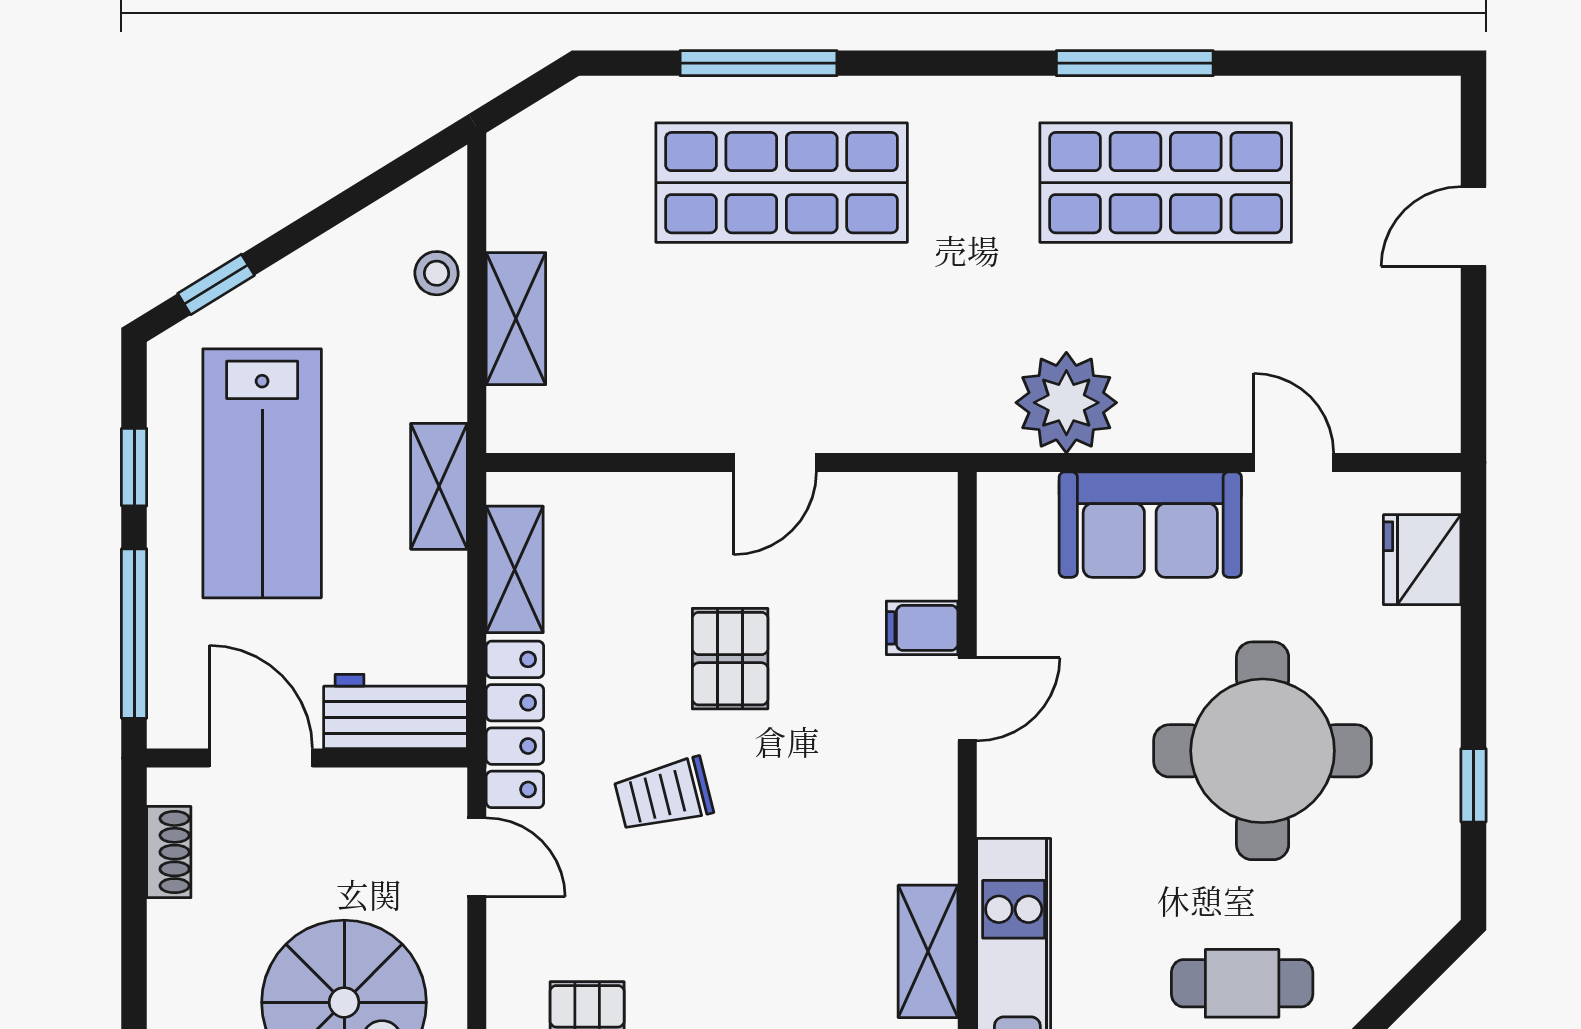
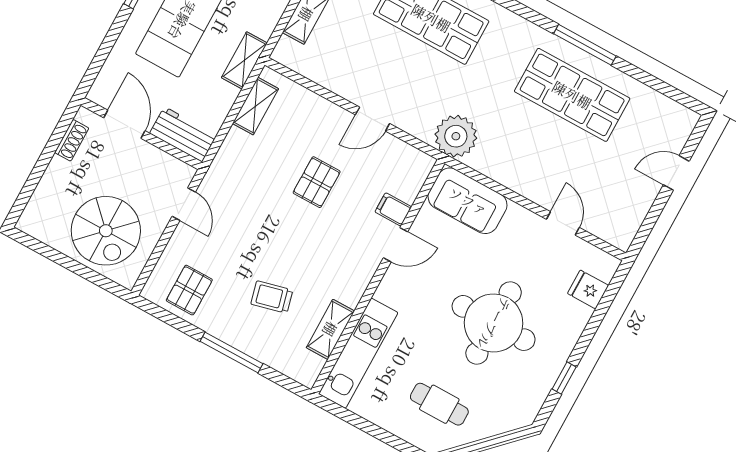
plant: (1066, 403) -> (456, 136), moved
sofa: (1150, 525) -> (468, 201), moved
fridge: (1422, 560) -> (588, 289), width x0.72
window: (134, 634) -> (103, 53), removed
locker: (515, 724) -> (224, 163), removed
trolley: (664, 795) -> (272, 297), moved

